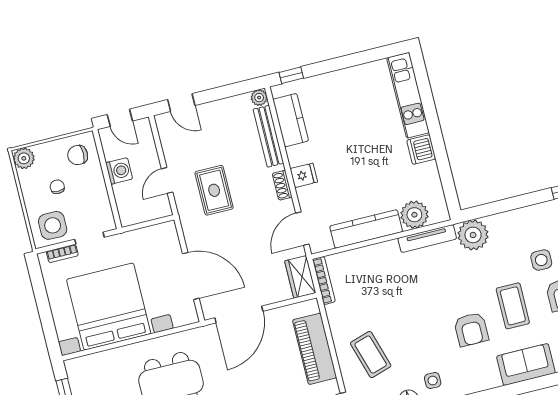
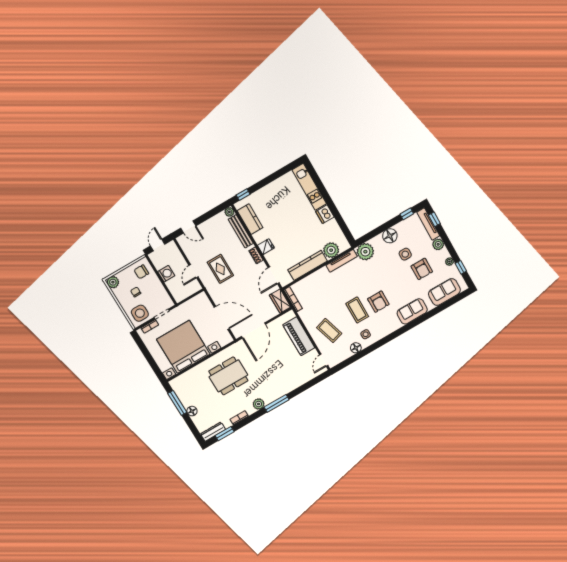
door: (120, 118) -> (158, 245), swing flipped
floor lamp: (523, 220) -> (390, 236), added
coffee table: (513, 306) -> (357, 310), moved

